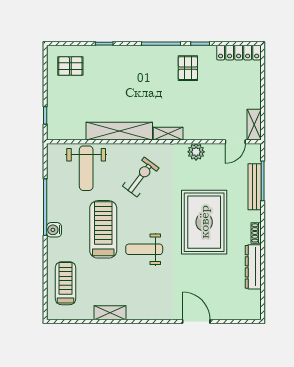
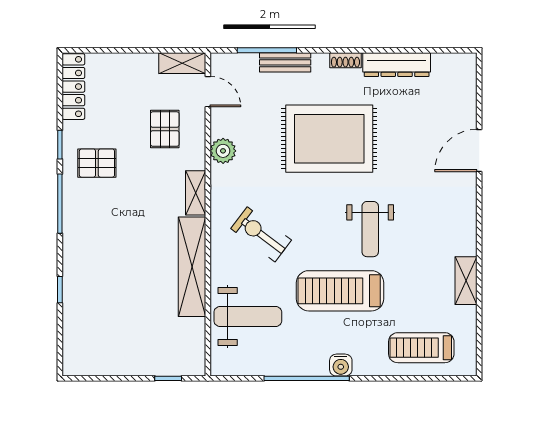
pallet: (70, 66) -> (165, 129), moved
bench: (255, 187) -> (285, 62), width x0.73

